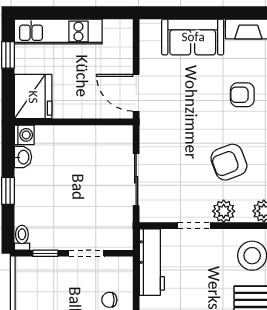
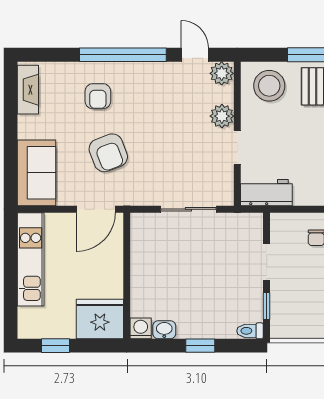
kitchen unit: (58, 32) -> (31, 259), moved
sofa: (193, 37) -> (36, 173), moved
armchair: (229, 162) -> (108, 153), moved
workbench: (152, 262) -> (266, 193), width x0.73

